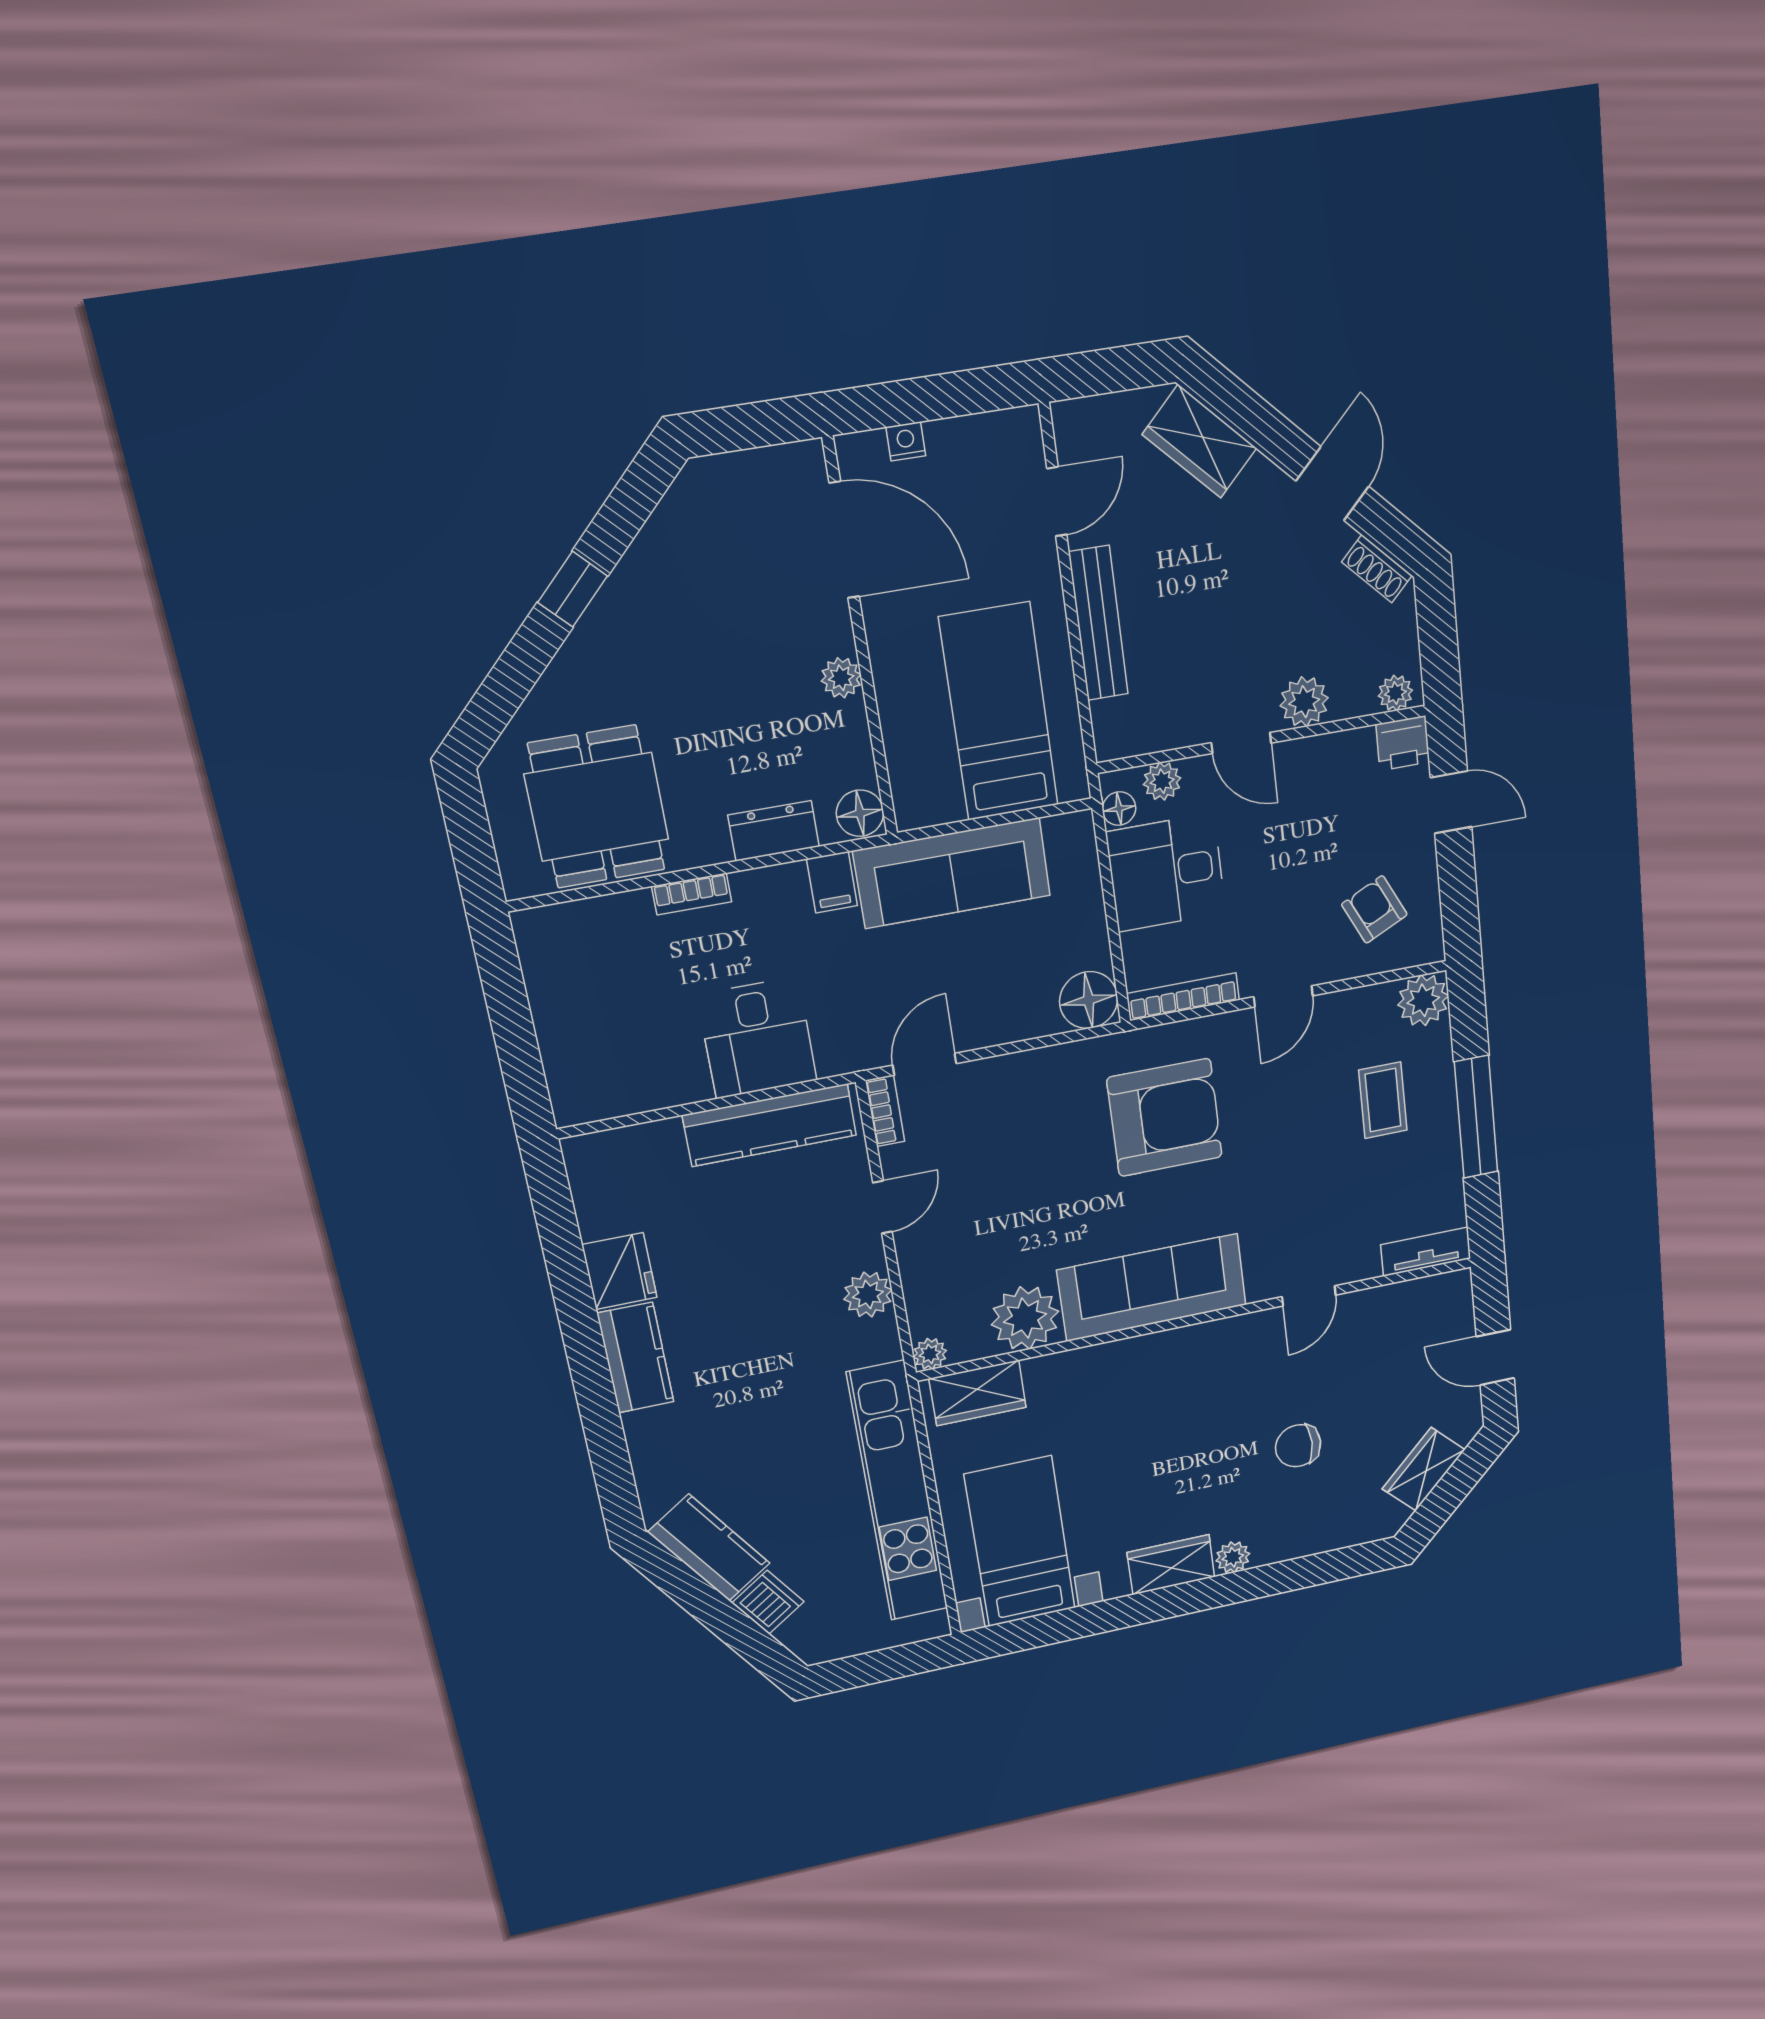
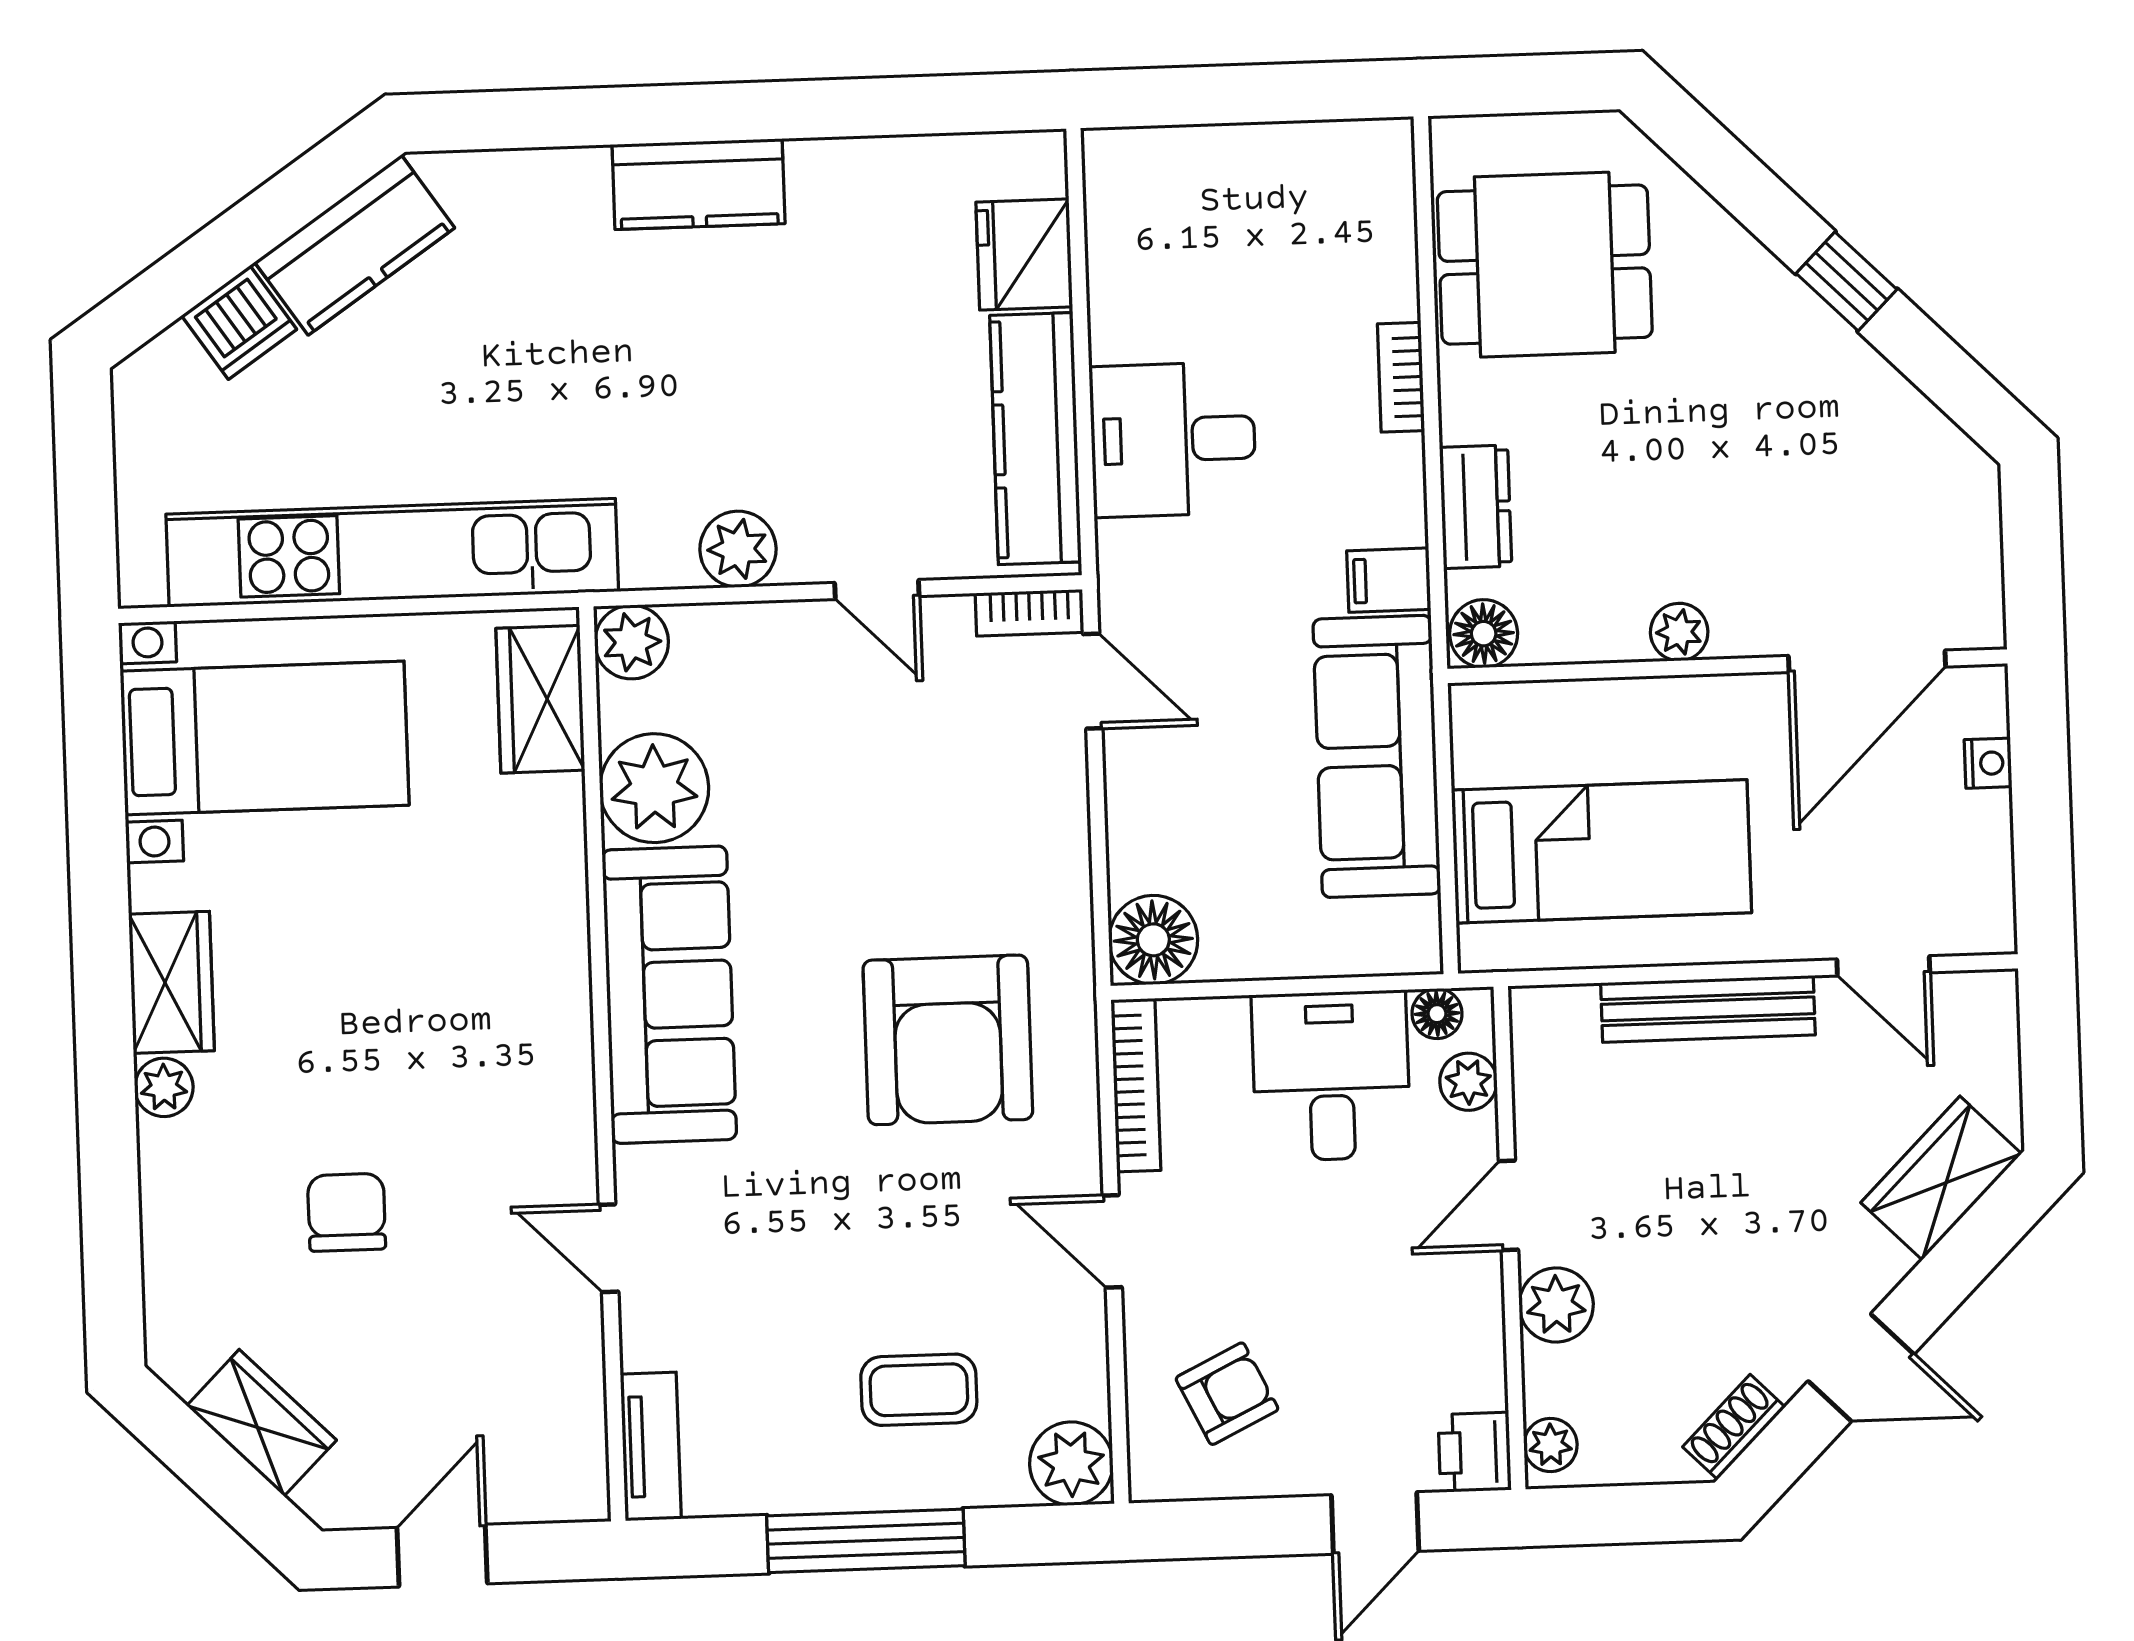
fridge: (619, 1271) -> (1024, 255), moved, turned 90
plant: (930, 1354) -> (632, 642), width x1.38, depth x1.38

